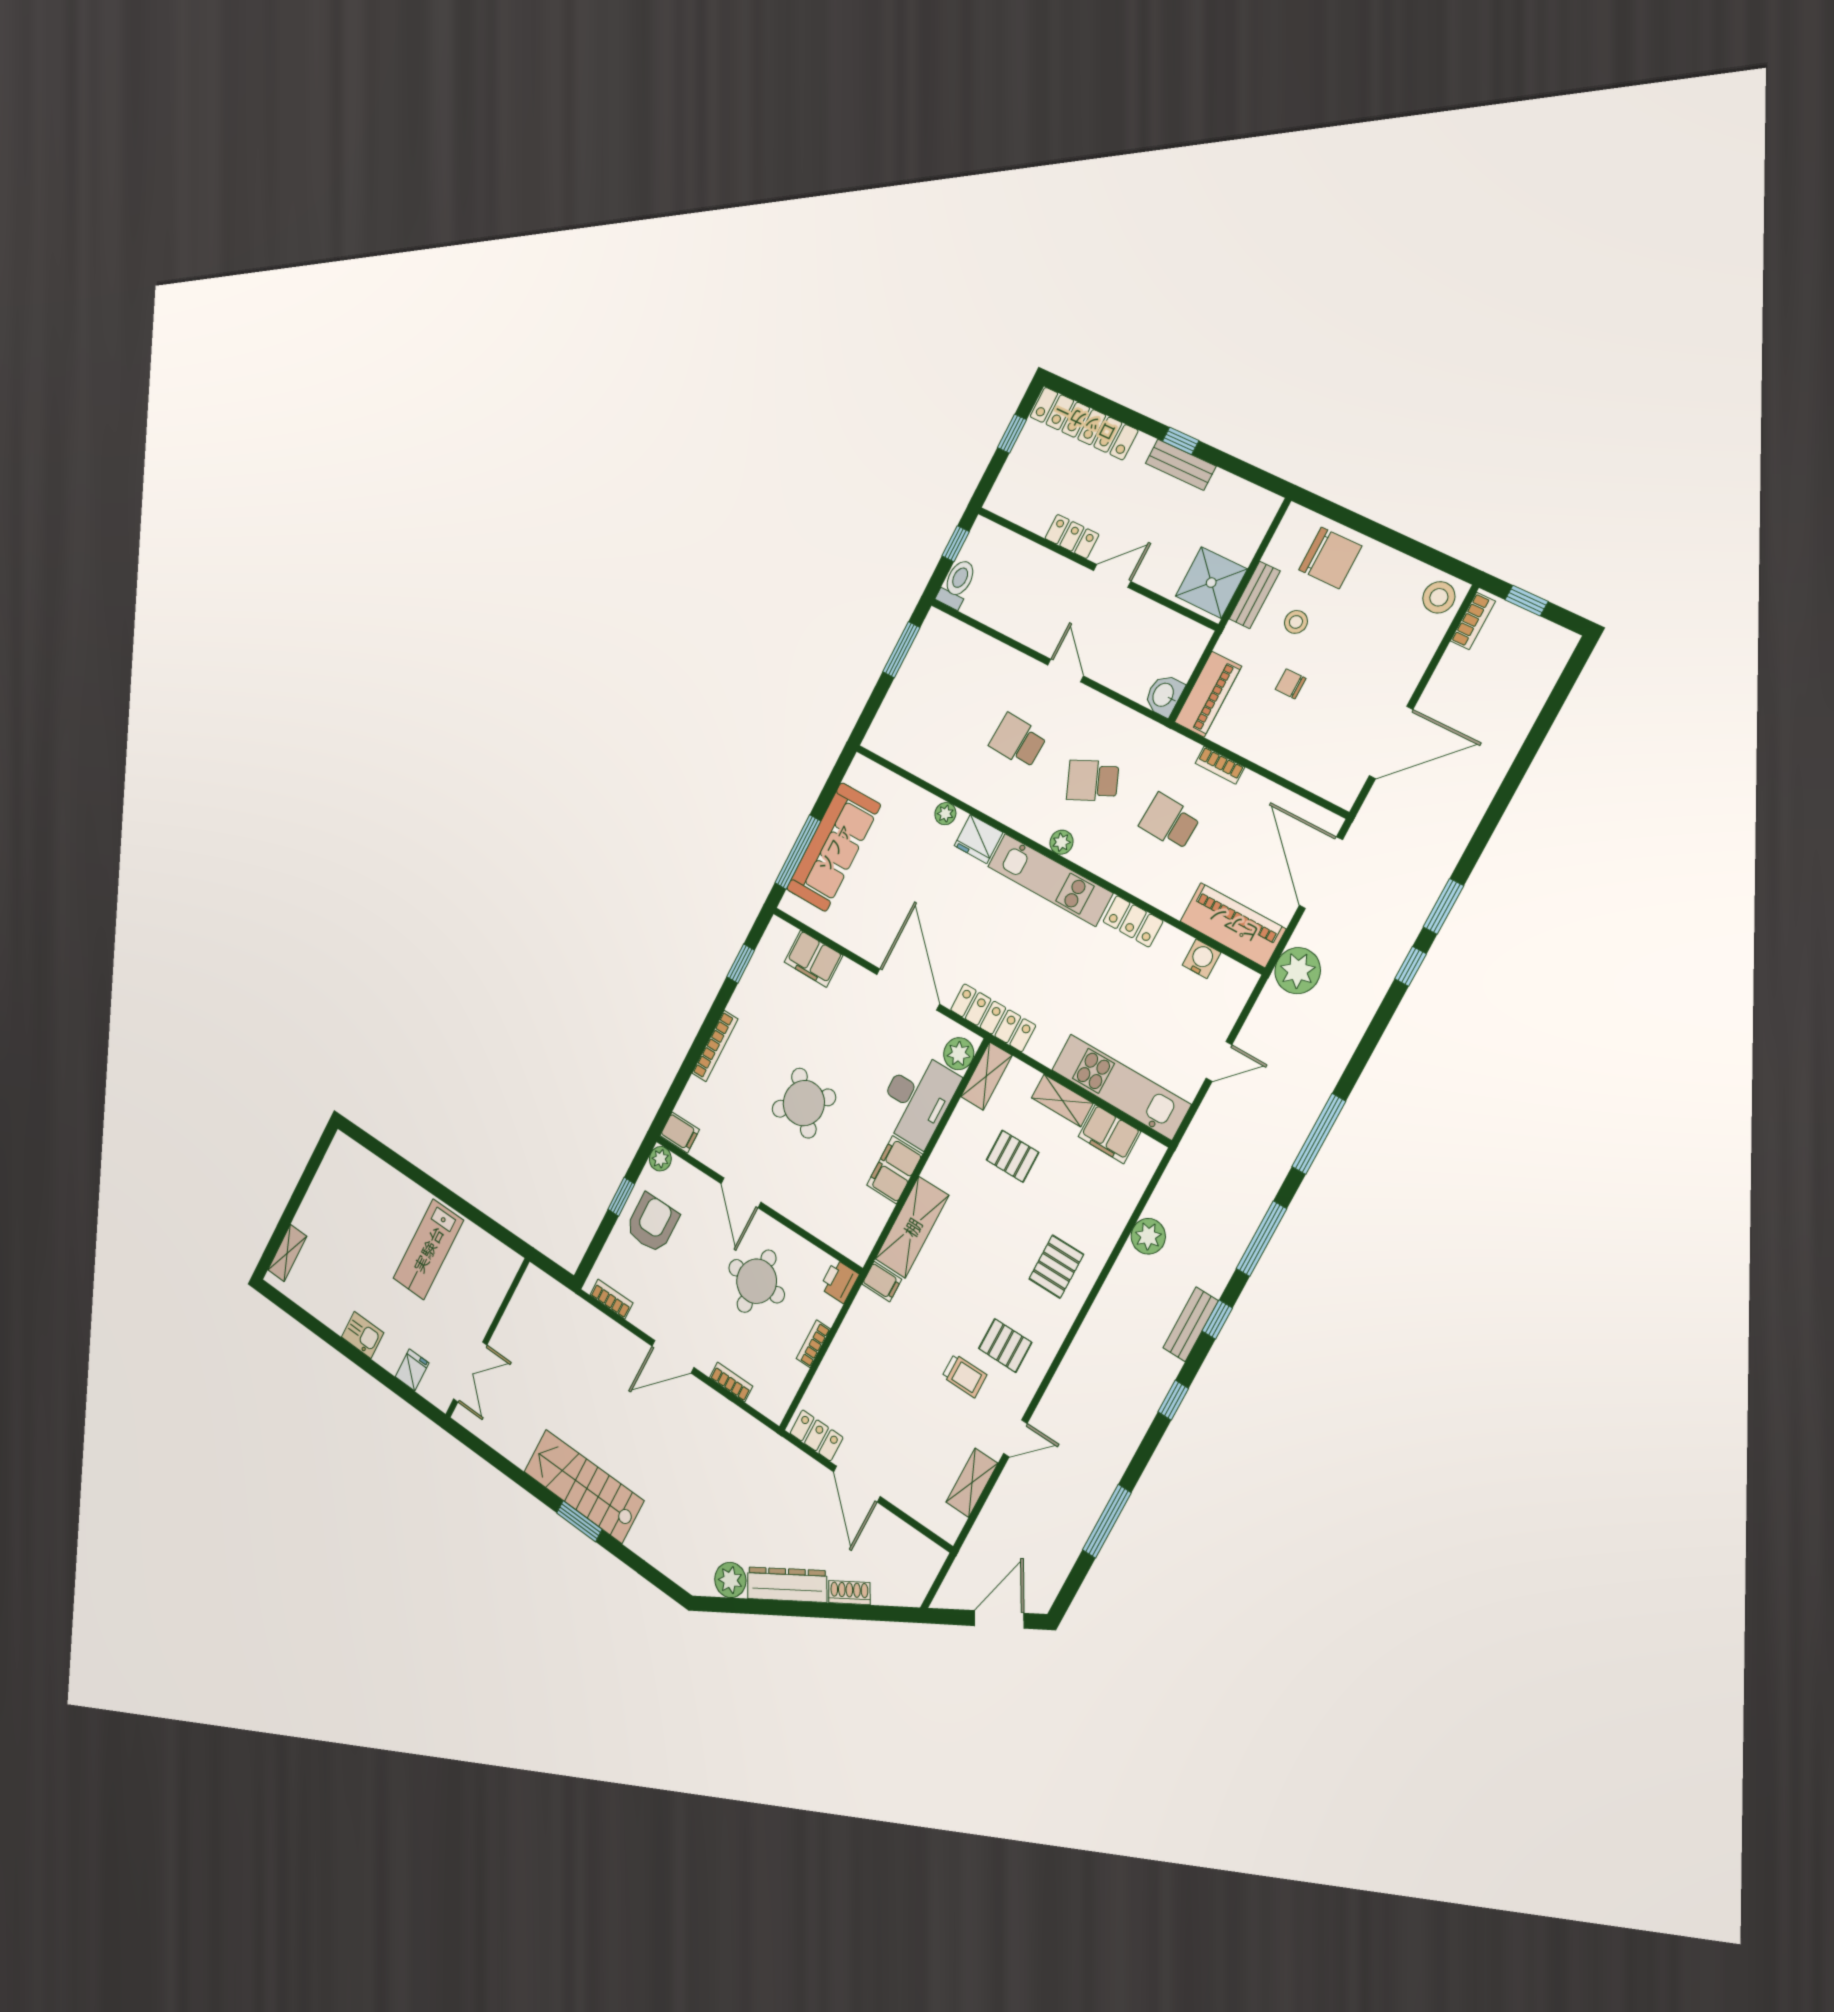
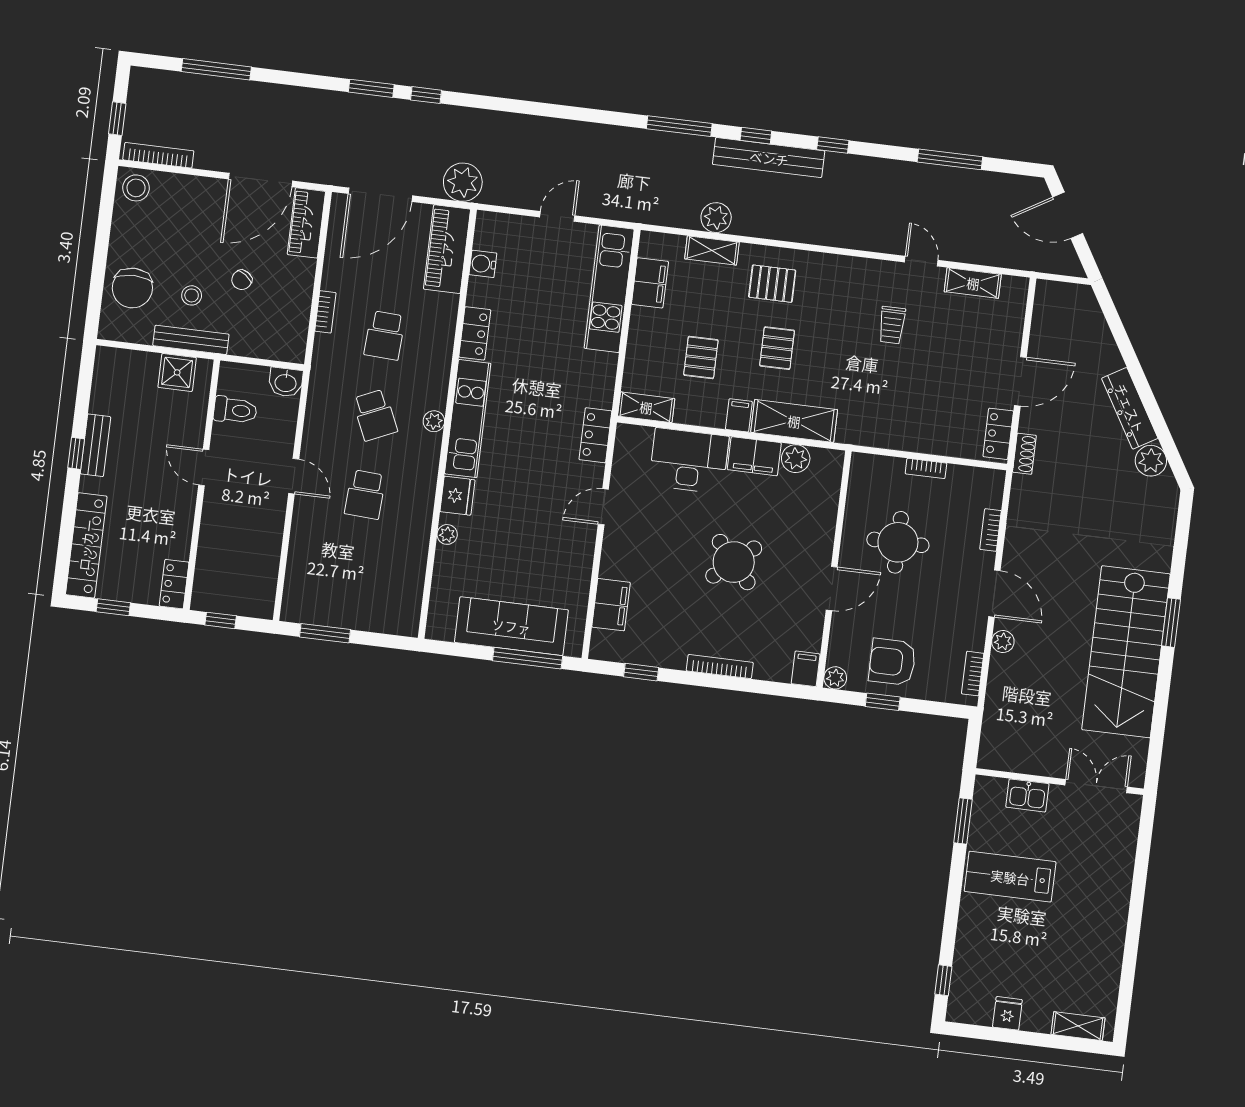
locker: (1072, 536) -> (174, 584), moved
chair: (1330, 558) -> (132, 288), turned 180
shower: (1211, 583) -> (177, 372), width x0.73, depth x0.73
toilet: (957, 584) -> (235, 410), moved, turned 180
bench: (1255, 595) -> (191, 340), width x1.36
bookcase: (1473, 621) -> (158, 155), width x1.56
door: (1066, 670) -> (294, 476), swing flipped
chair: (1291, 684) -> (242, 280), turned 35
piano: (1208, 694) -> (306, 223), moved, turned -90
door: (1391, 743) -> (260, 180), swing flipped
door: (908, 989) -> (603, 507), width x0.53
locker: (993, 1018) -> (595, 435), width x0.66
plant: (959, 1054) -> (796, 459), moved
door: (1219, 1061) -> (557, 216), hinge flipped
shelving: (1062, 1100) -> (712, 250), moved, turned 90
window: (1319, 1134) -> (216, 69), moved
window: (370, 1143) -> (943, 980), added
window: (491, 1226) -> (963, 821), added
lab bench: (428, 1249) -> (1010, 877), turned 180
printer: (839, 1281) -> (865, 467), removed
filing cabinet: (882, 1282) -> (739, 415), moved
bench: (1191, 1324) -> (769, 158), width x1.86, depth x1.21
kitchen sink: (363, 1335) -> (1027, 795), moved, turned -90
plant: (627, 1344) -> (1003, 642), added
pallet: (1005, 1345) -> (777, 348), moved
fridge: (412, 1370) -> (1007, 1013), moved, turned 90
trolley: (964, 1376) -> (892, 325), turned 180
stairs: (584, 1486) -> (1126, 652), width x1.36, depth x1.51
shoe rack: (849, 1593) -> (1024, 454), moved, turned -149

